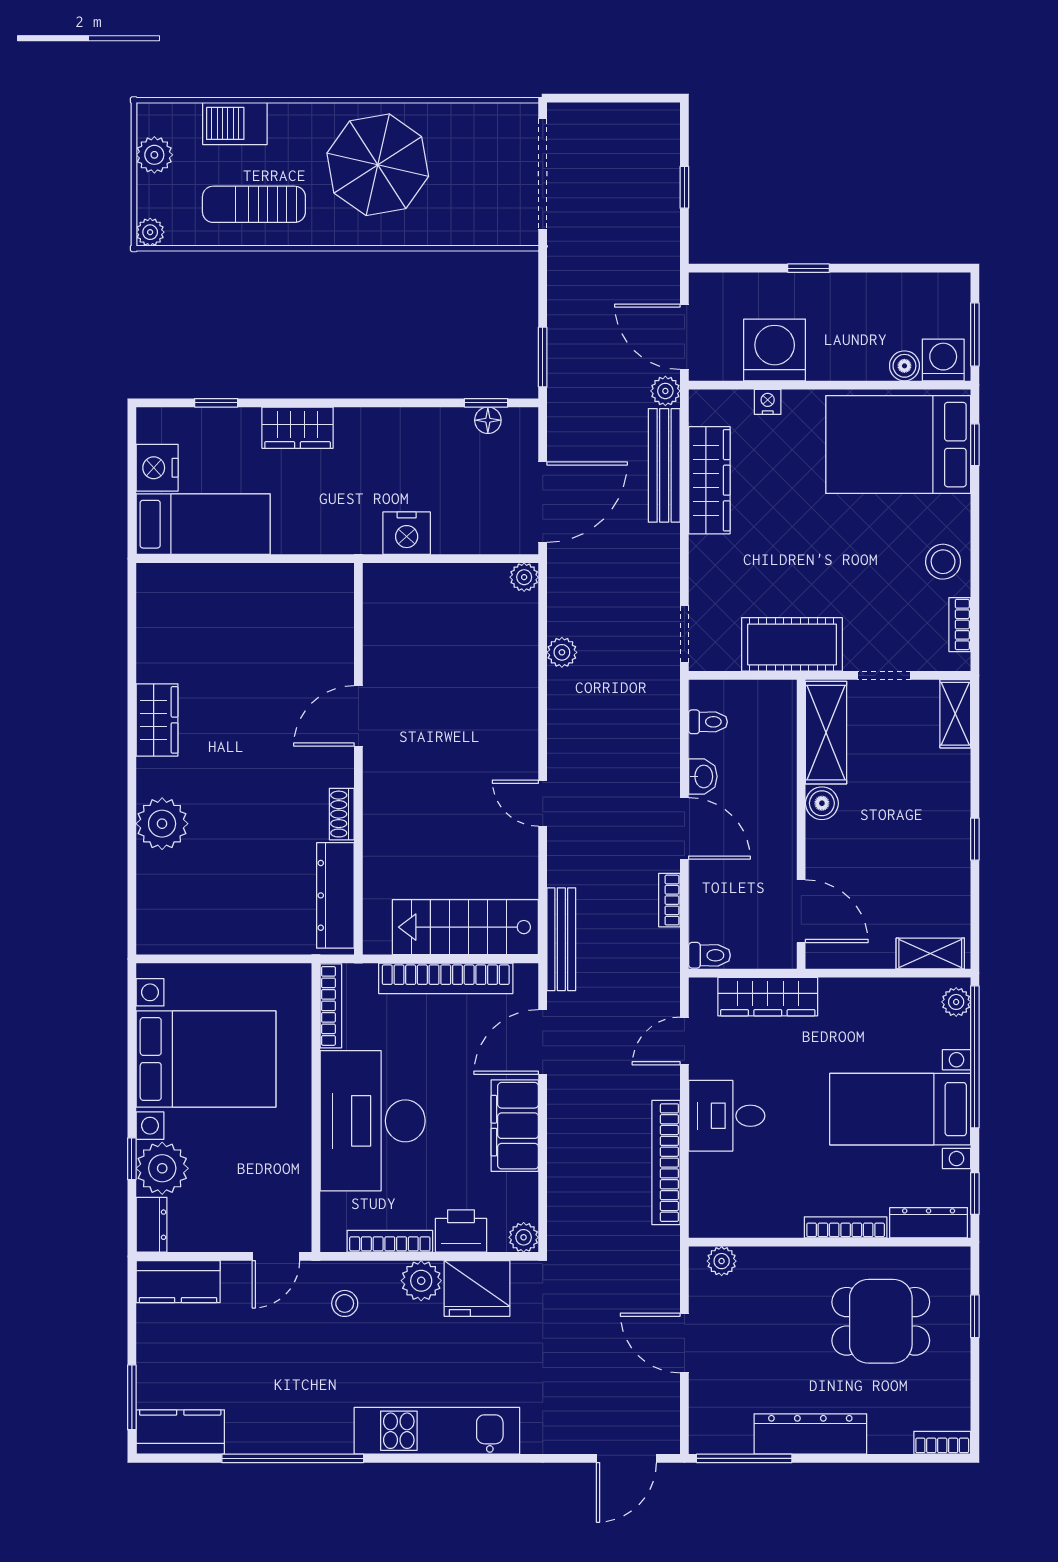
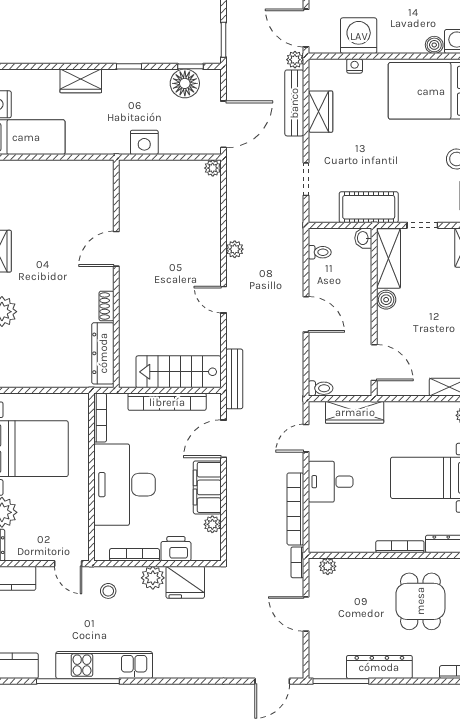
window: (216, 403) -> (129, 66), moved
floor lamp: (488, 420) -> (185, 83), width x1.89, depth x1.89
wardrobe: (709, 480) -> (321, 112), width x0.67
doorway: (684, 634) -> (306, 179), moved
plant: (562, 652) -> (235, 249), moved
washbasin: (703, 776) -> (363, 238), moved, turned 180
bookcase: (669, 900) -> (297, 562), moved
plant: (524, 1237) -> (212, 524), moved
door: (276, 1256) -> (68, 564), hinge flipped
dining table: (881, 1321) -> (420, 601), turned 90
kitchen unit: (437, 1431) -> (104, 665), moved

